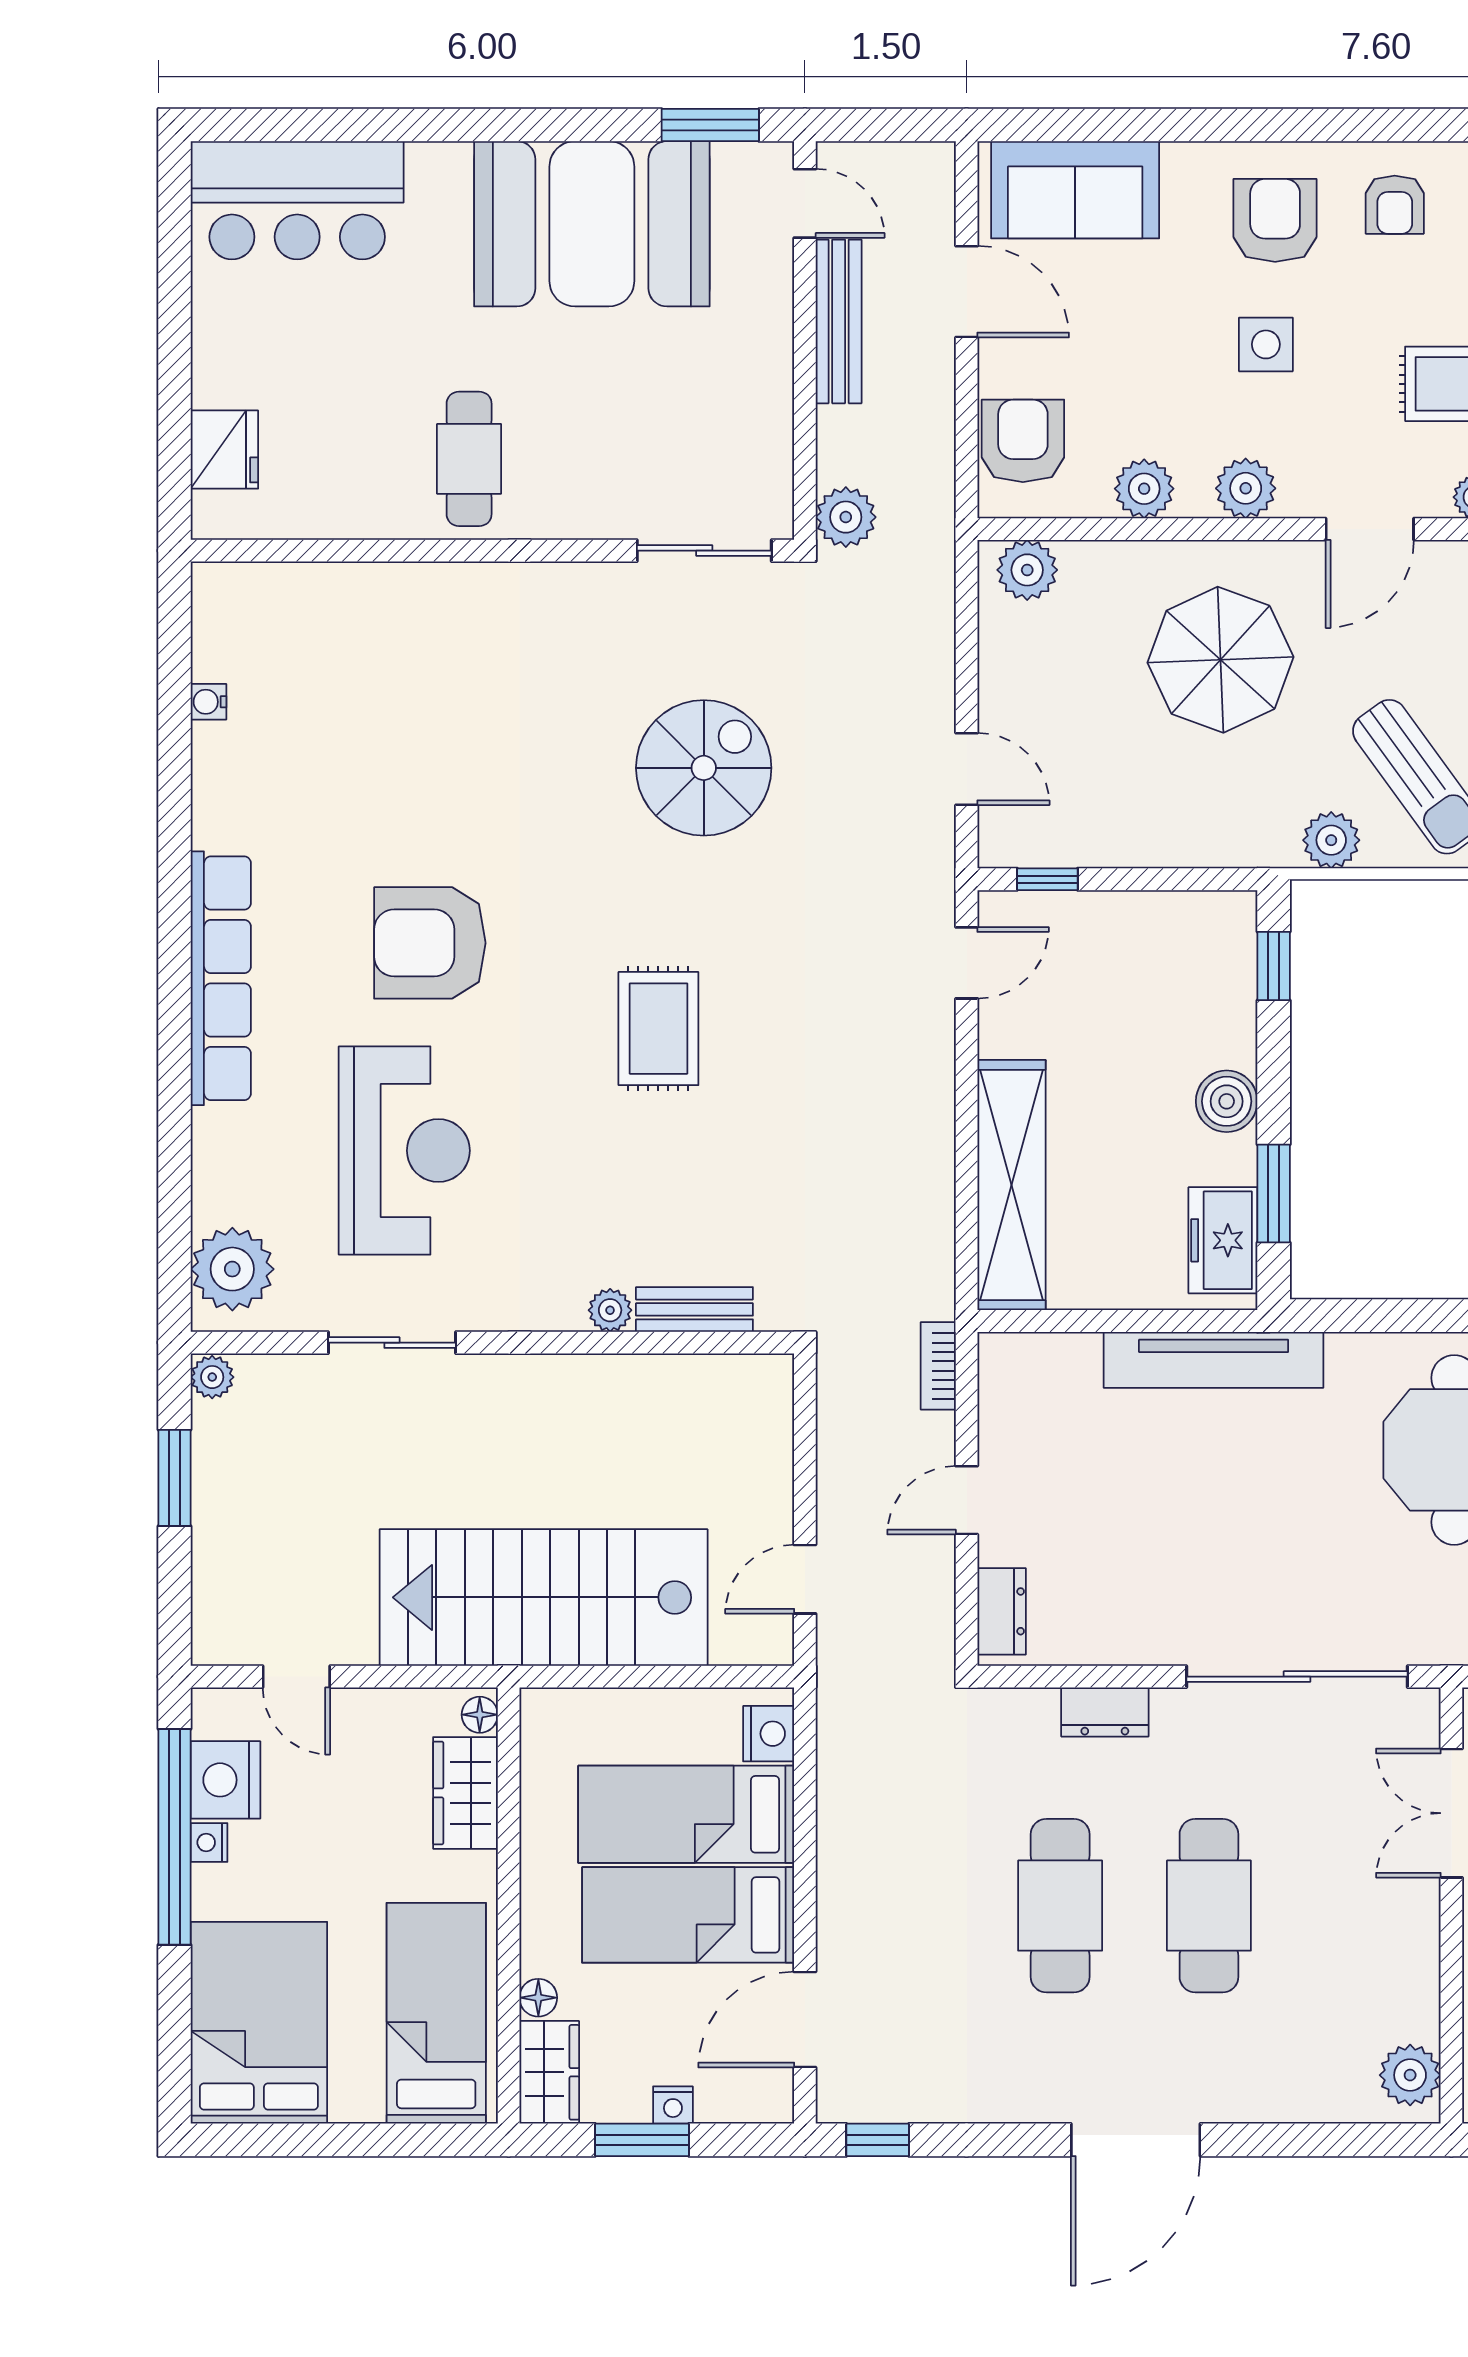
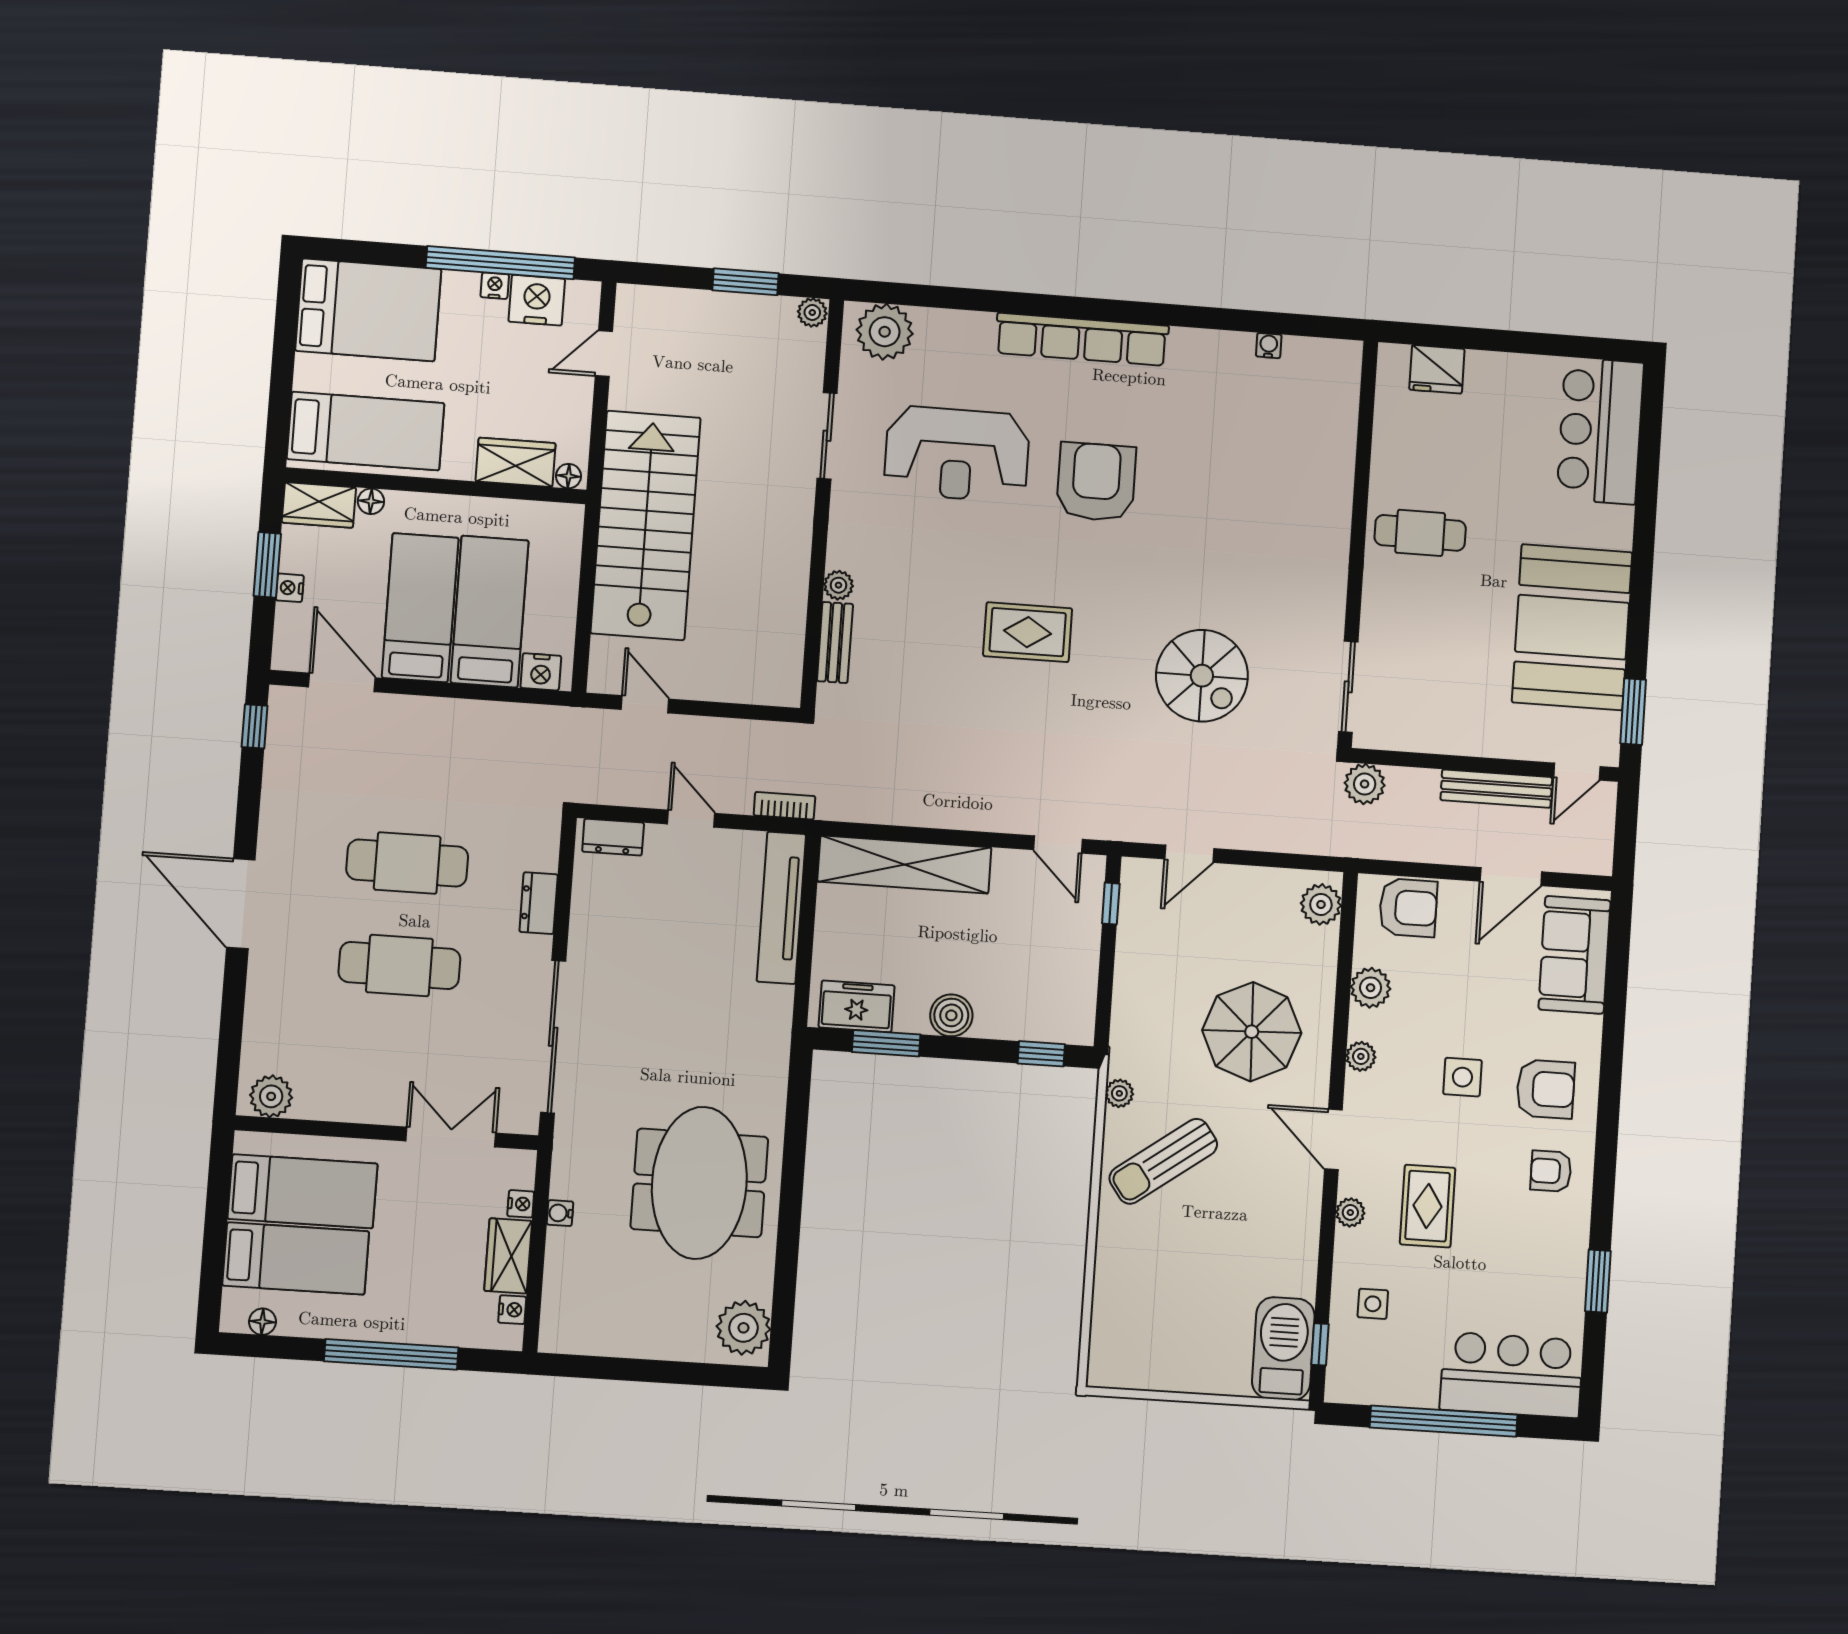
plant: (1246, 488) -> (1361, 1056), width x0.73, depth x0.73
plant: (1331, 840) -> (1119, 1093), width x0.73, depth x0.73
tv unit: (1214, 1360) -> (781, 908), moved

